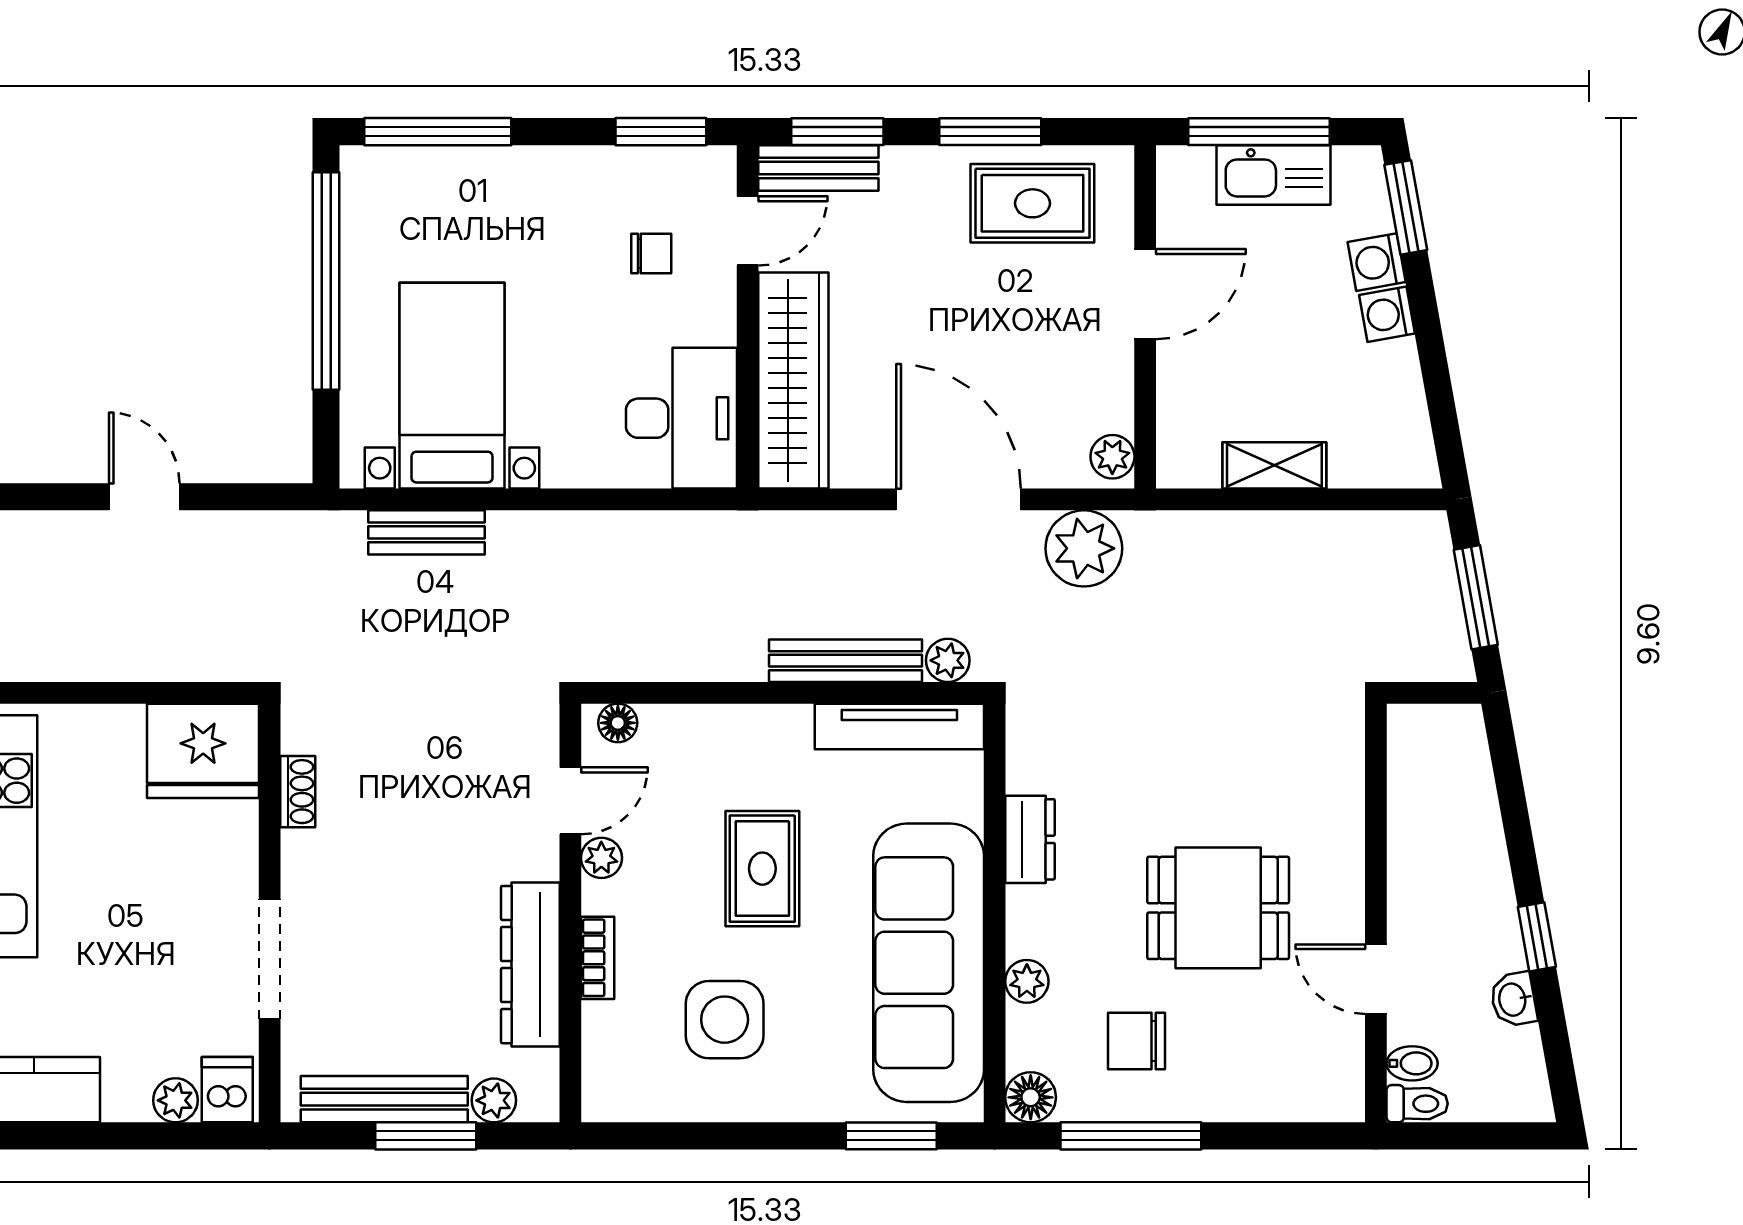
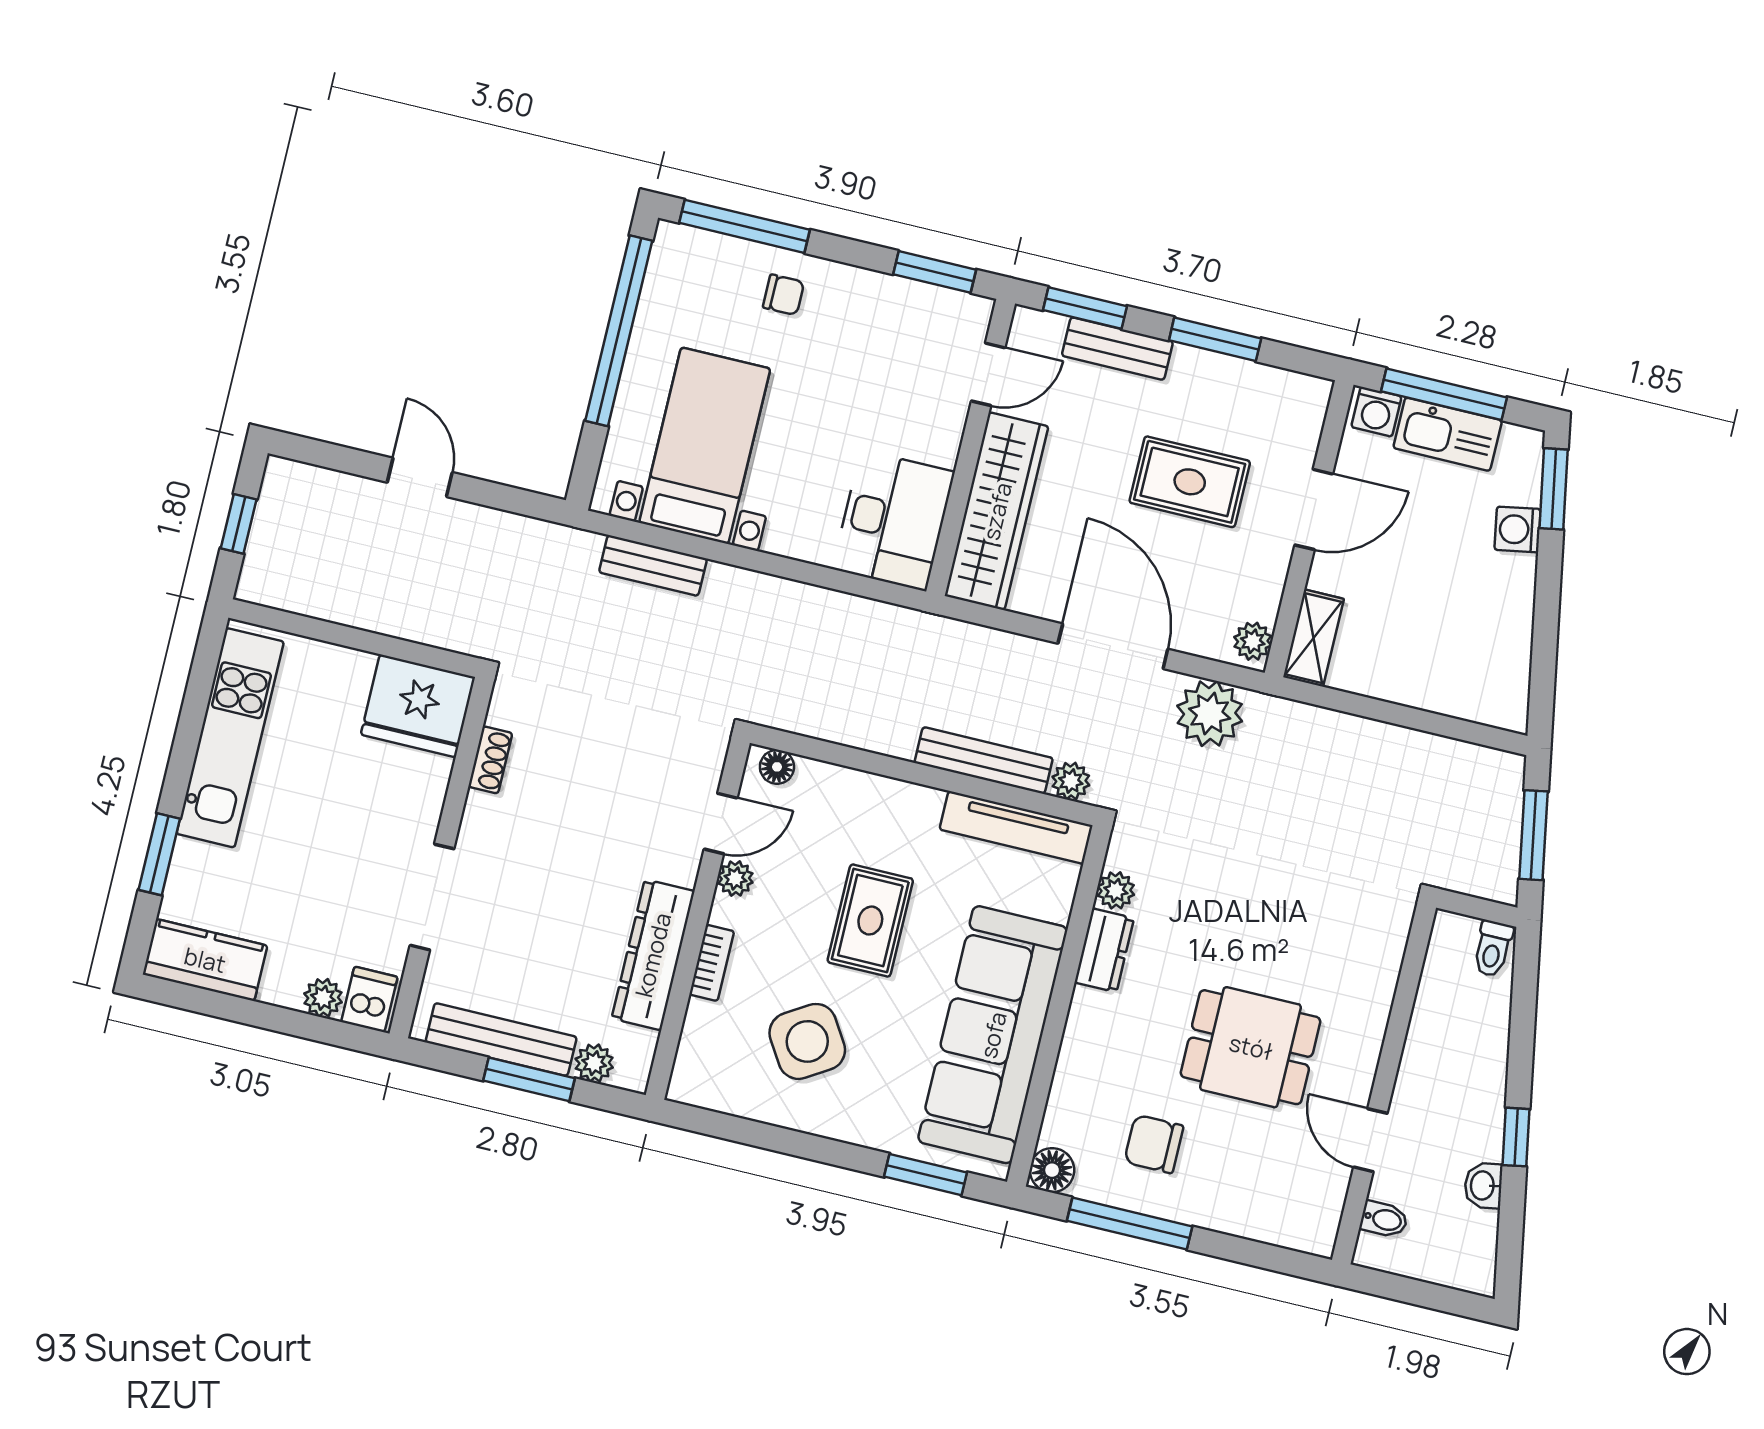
bench: (818, 168) -> (1117, 349), moved
rug: (1032, 203) -> (1190, 482), moved
chair: (651, 253) -> (784, 295), moved
washing machine: (1387, 314) -> (1376, 412), moved, turned -80
shelving: (1274, 465) -> (1314, 638), moved, turned 90
plant: (1027, 981) -> (1116, 890), moved
side table: (725, 1020) -> (807, 1041), turned -32
toilet: (1417, 1104) -> (1493, 949), moved, turned 90

